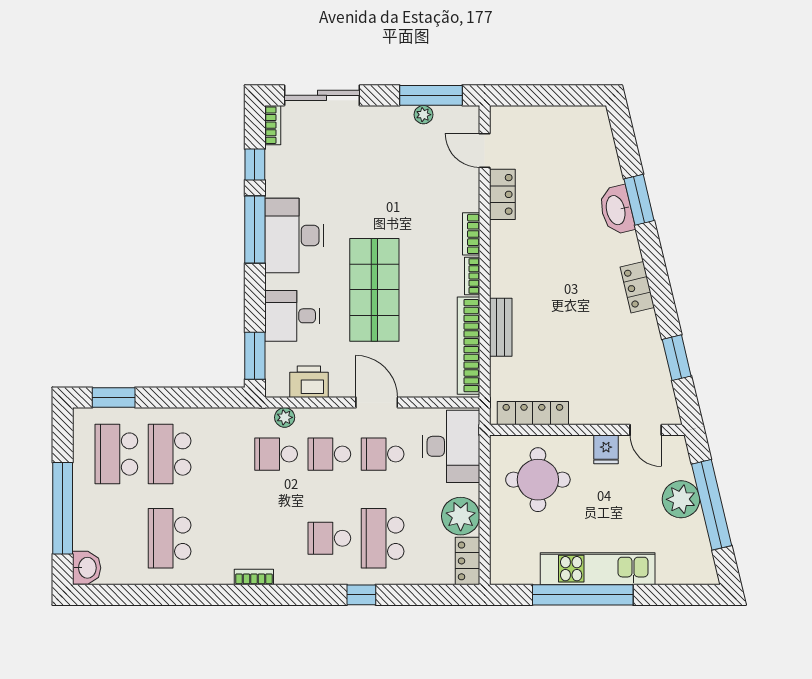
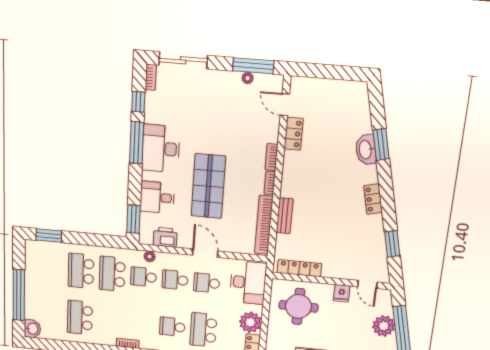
school desk: (116, 454) -> (112, 274), moved

